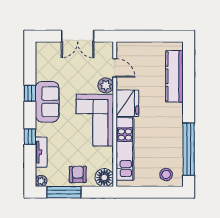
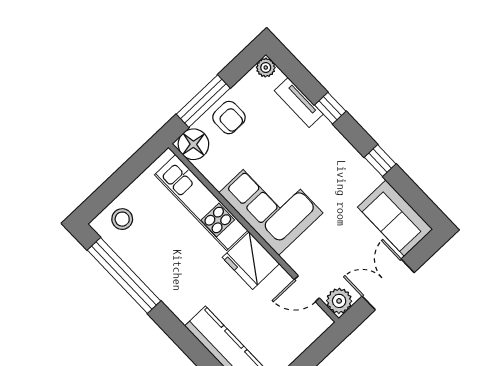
plant: (106, 85) -> (339, 301), moved
sofa: (47, 102) -> (395, 218), moved
window: (64, 192) -> (203, 101), moved

